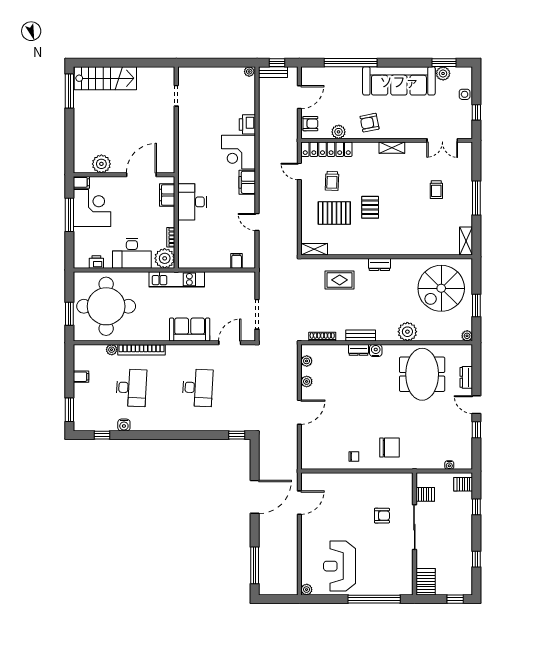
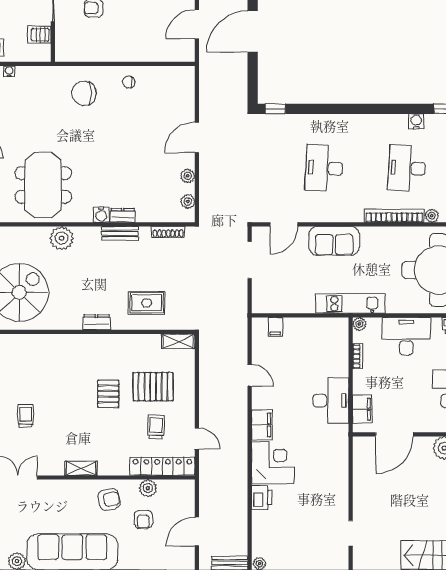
armchair: (310, 124) -> (143, 519), moved, turned -90
plant: (165, 258) -> (359, 324), width x0.53, depth x0.53

